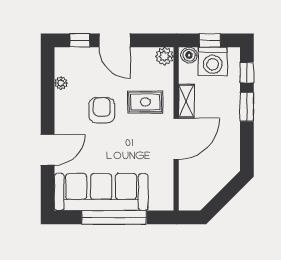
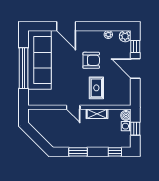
door: (115, 40) -> (135, 68), hinge flipped
plant: (165, 56) -> (125, 36), moved
washing machine: (213, 61) -> (126, 126), width x0.53, depth x0.53
window: (247, 107) -> (78, 152), moved
door: (176, 139) -> (73, 107), width x0.53

